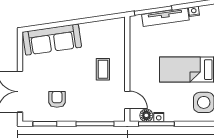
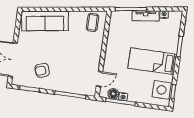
tv unit: (165, 17) -> (146, 16), width x0.71
coffee table: (103, 69) -> (92, 22), moved
armchair: (57, 99) -> (42, 70), turned -110
door: (127, 100) -> (99, 79), hinge flipped

